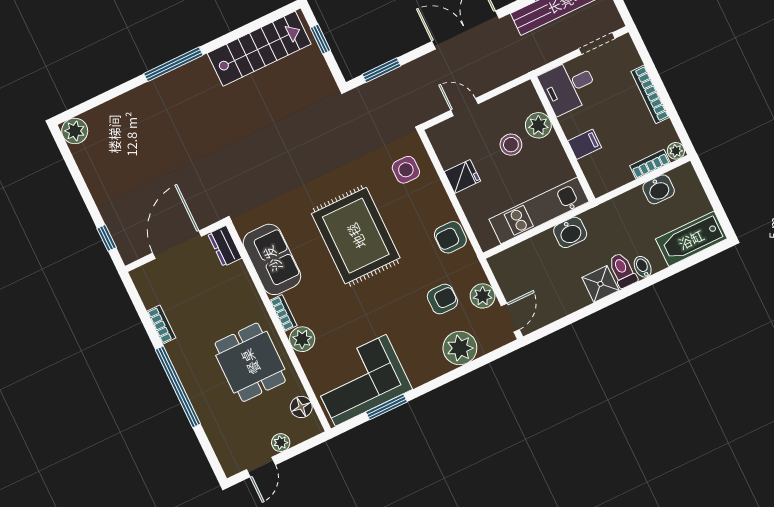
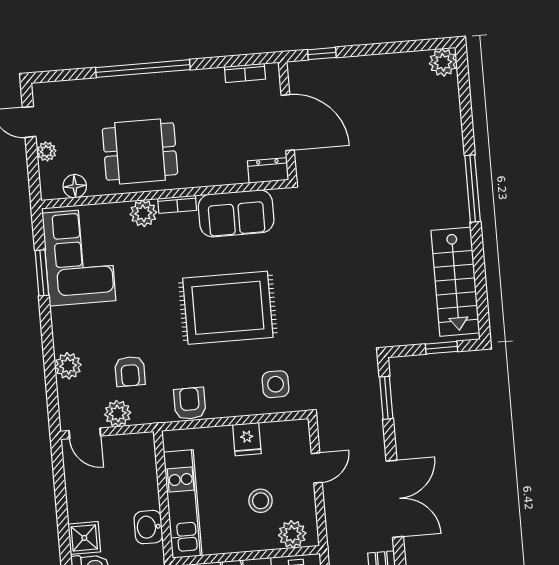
plant: (538, 125) -> (292, 534), moved
bookcase: (161, 325) -> (245, 73), moved
plant: (460, 348) -> (68, 366), width x0.73, depth x0.73

